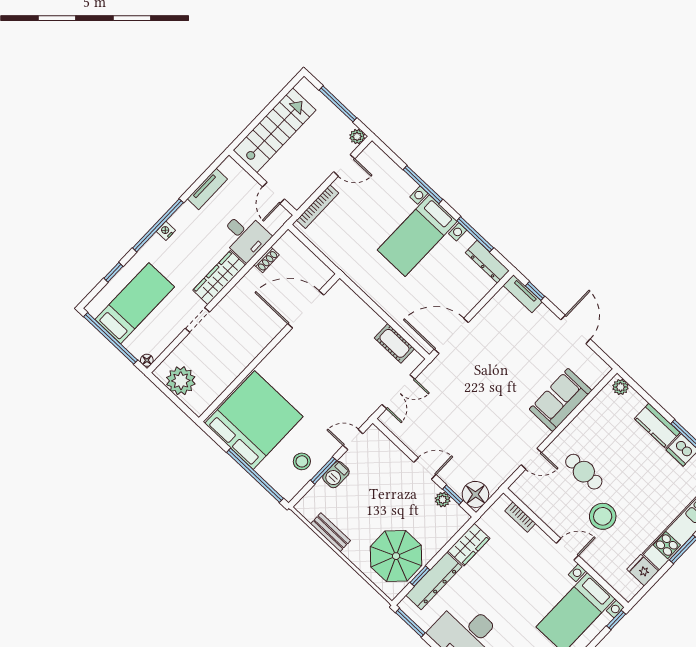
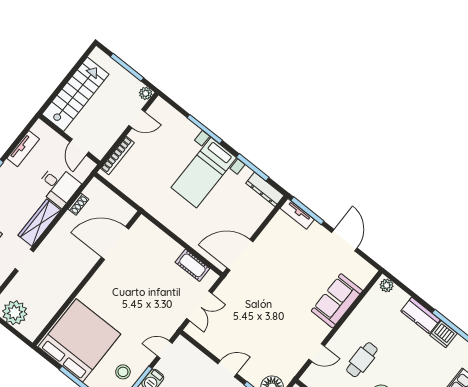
window: (535, 291) -> (307, 211), width x2.17
cafe table: (584, 472) -> (362, 360), turned 90

